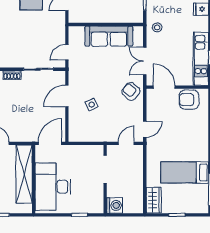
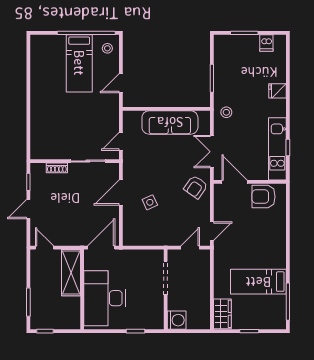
armchair: (131, 91) -> (196, 187), turned -97
shelving: (24, 174) -> (71, 273), width x0.68

